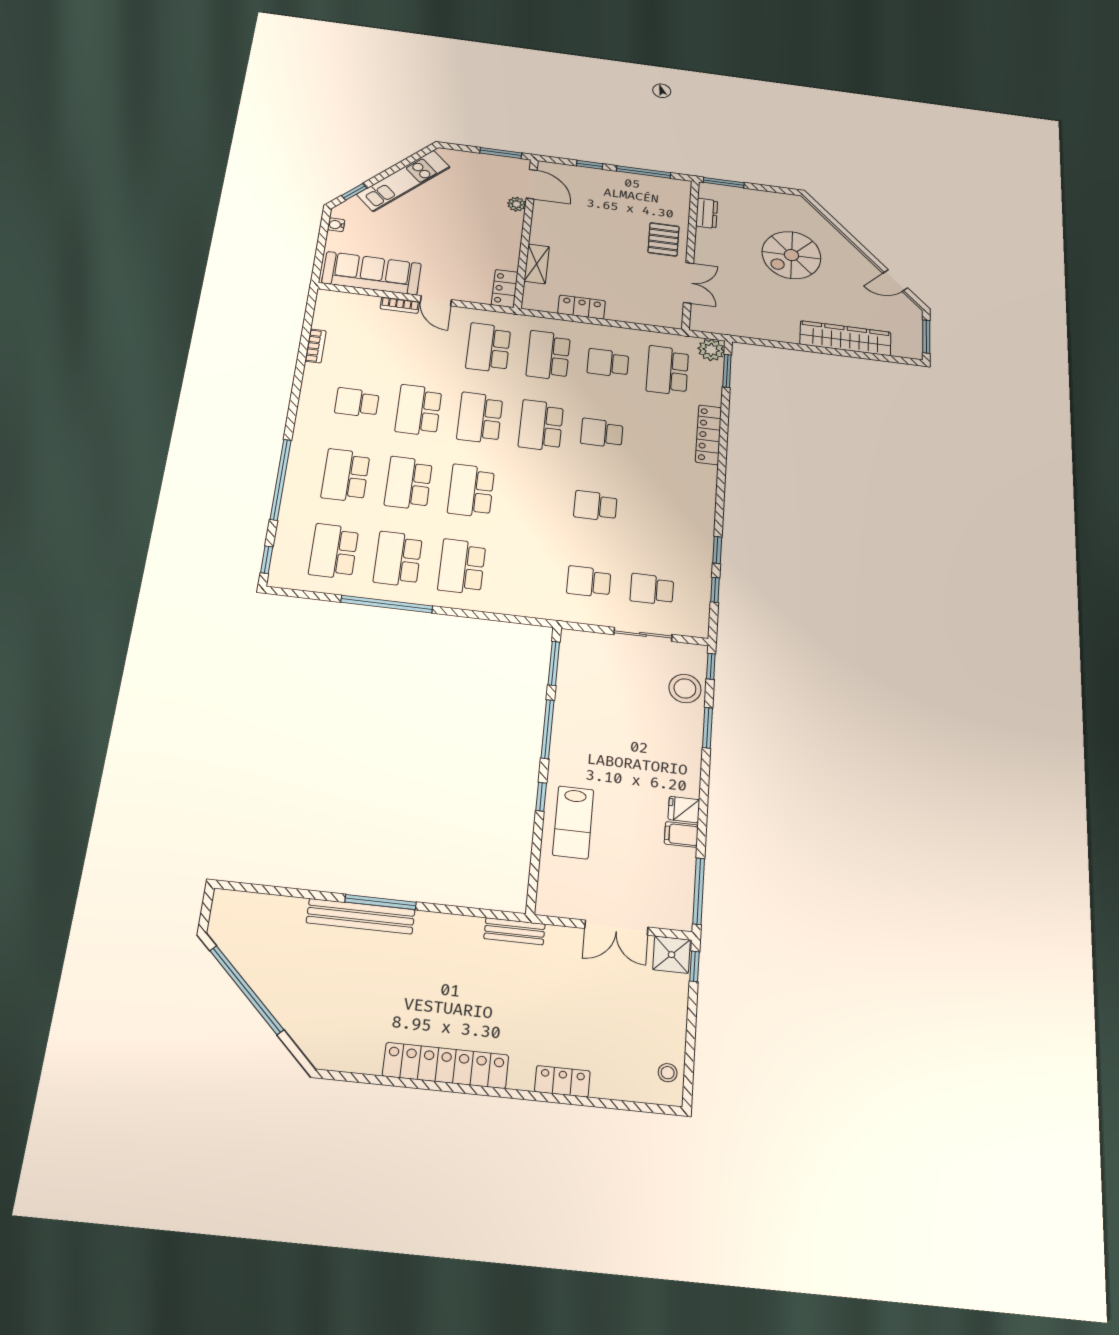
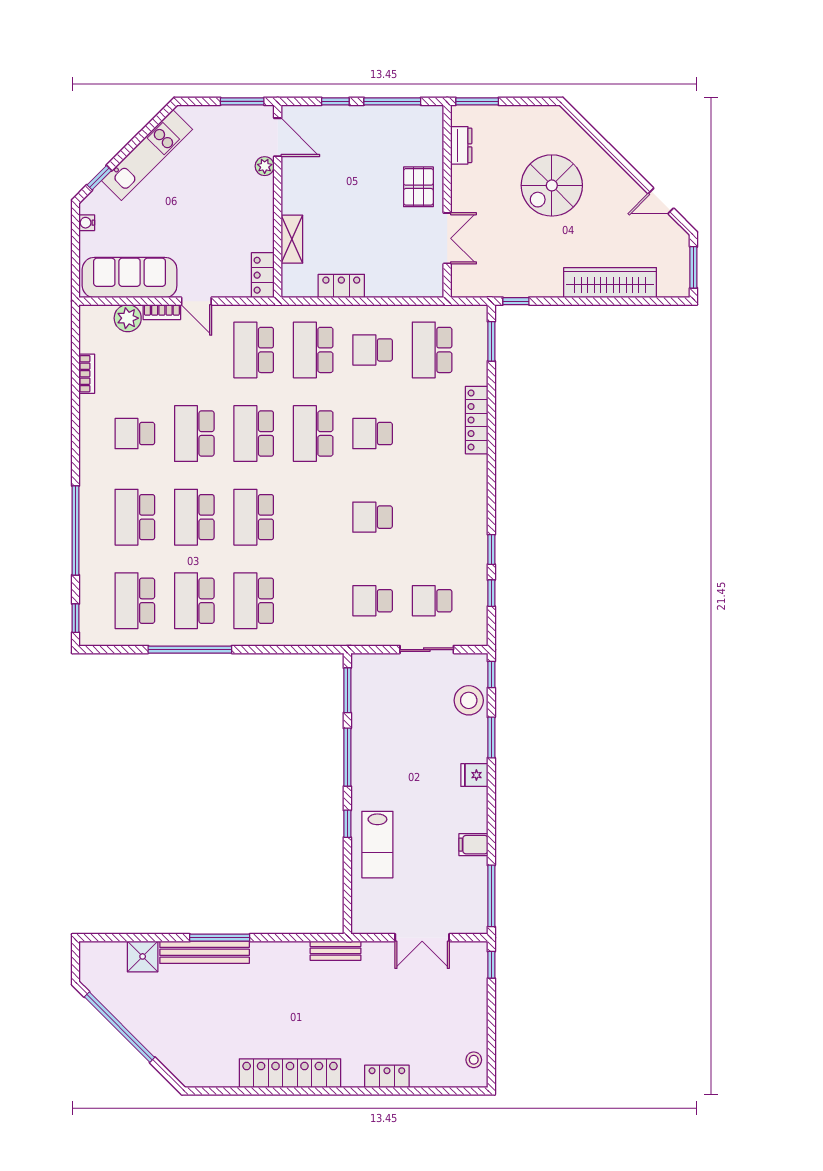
window: (753, 341) -> (516, 301), added
plant: (711, 350) -> (128, 318), moved
fridge: (684, 810) -> (474, 775), moved
shower: (672, 955) -> (143, 956), moved

